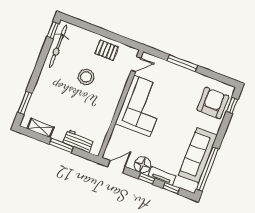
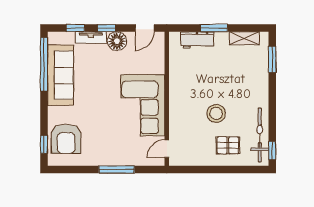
pallet: (107, 50) -> (228, 145), moved

